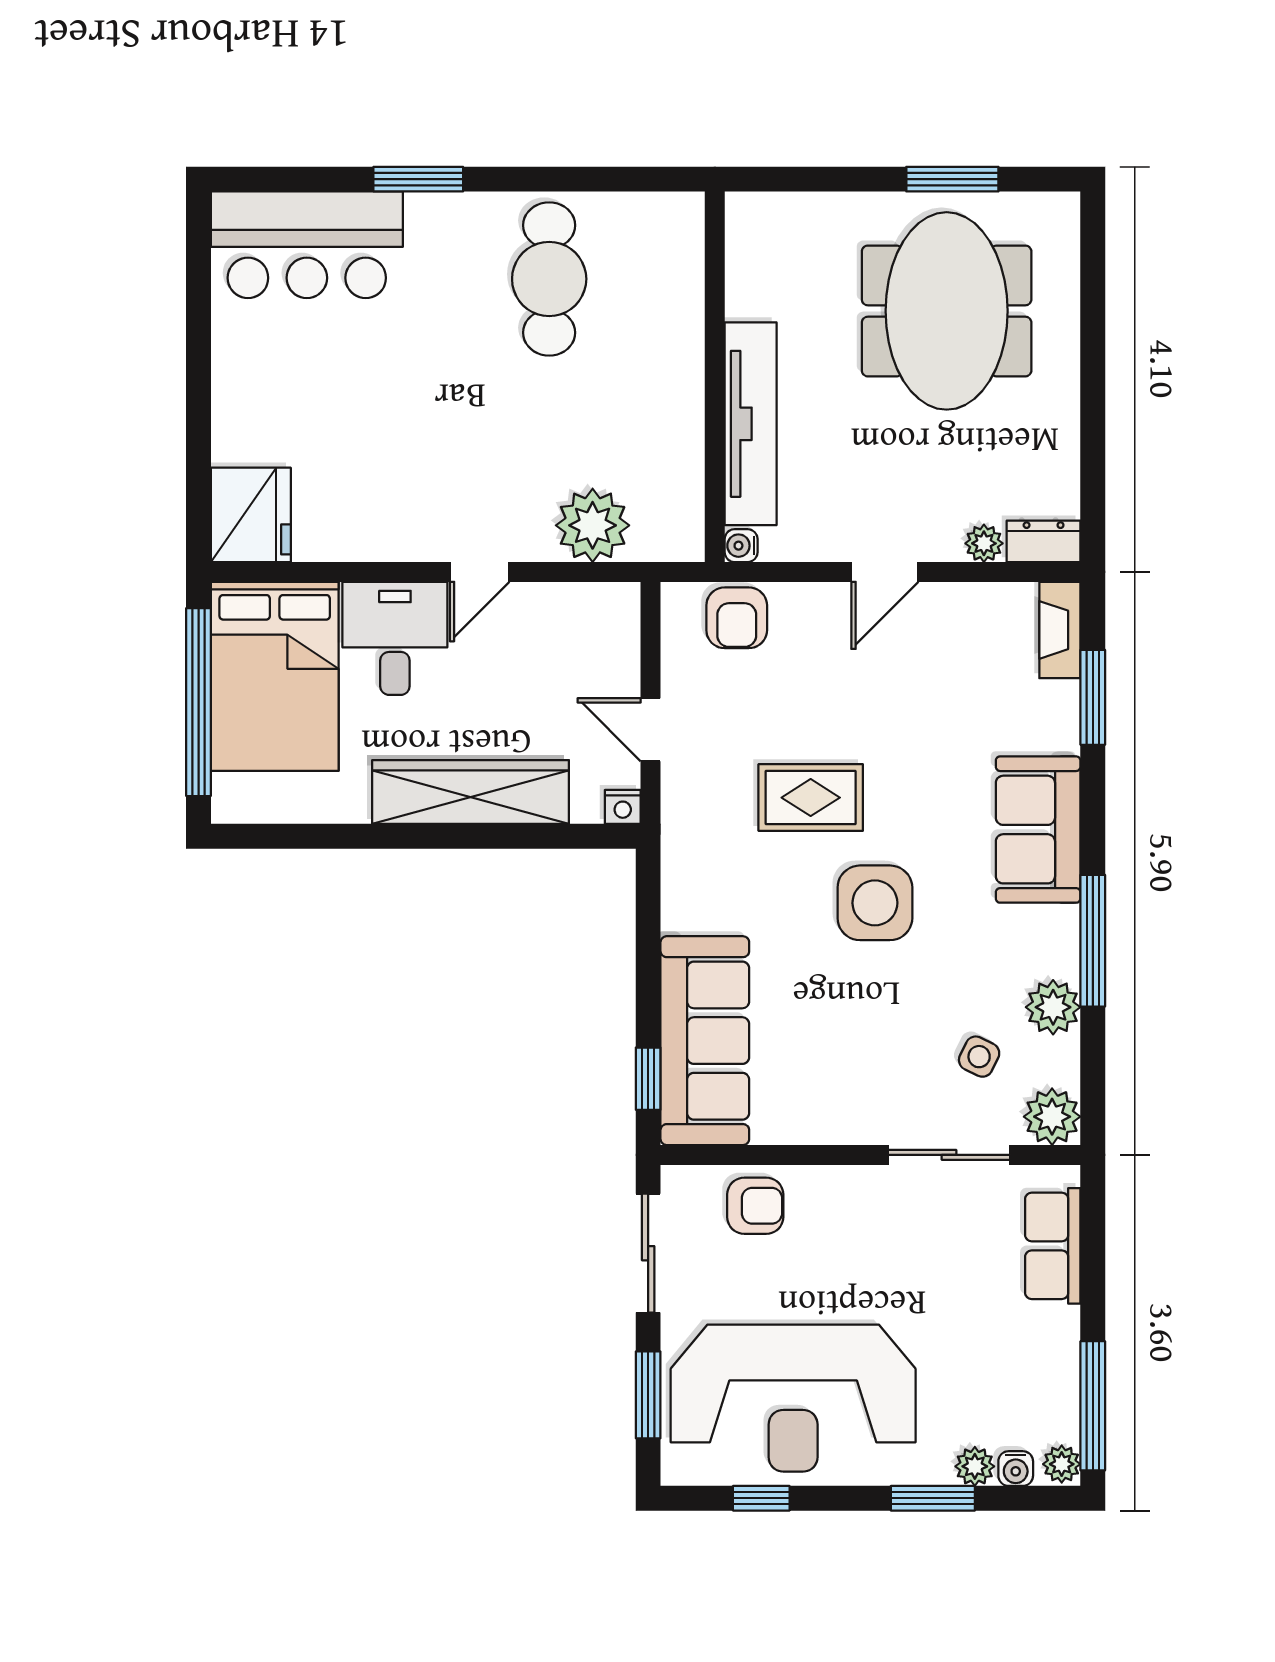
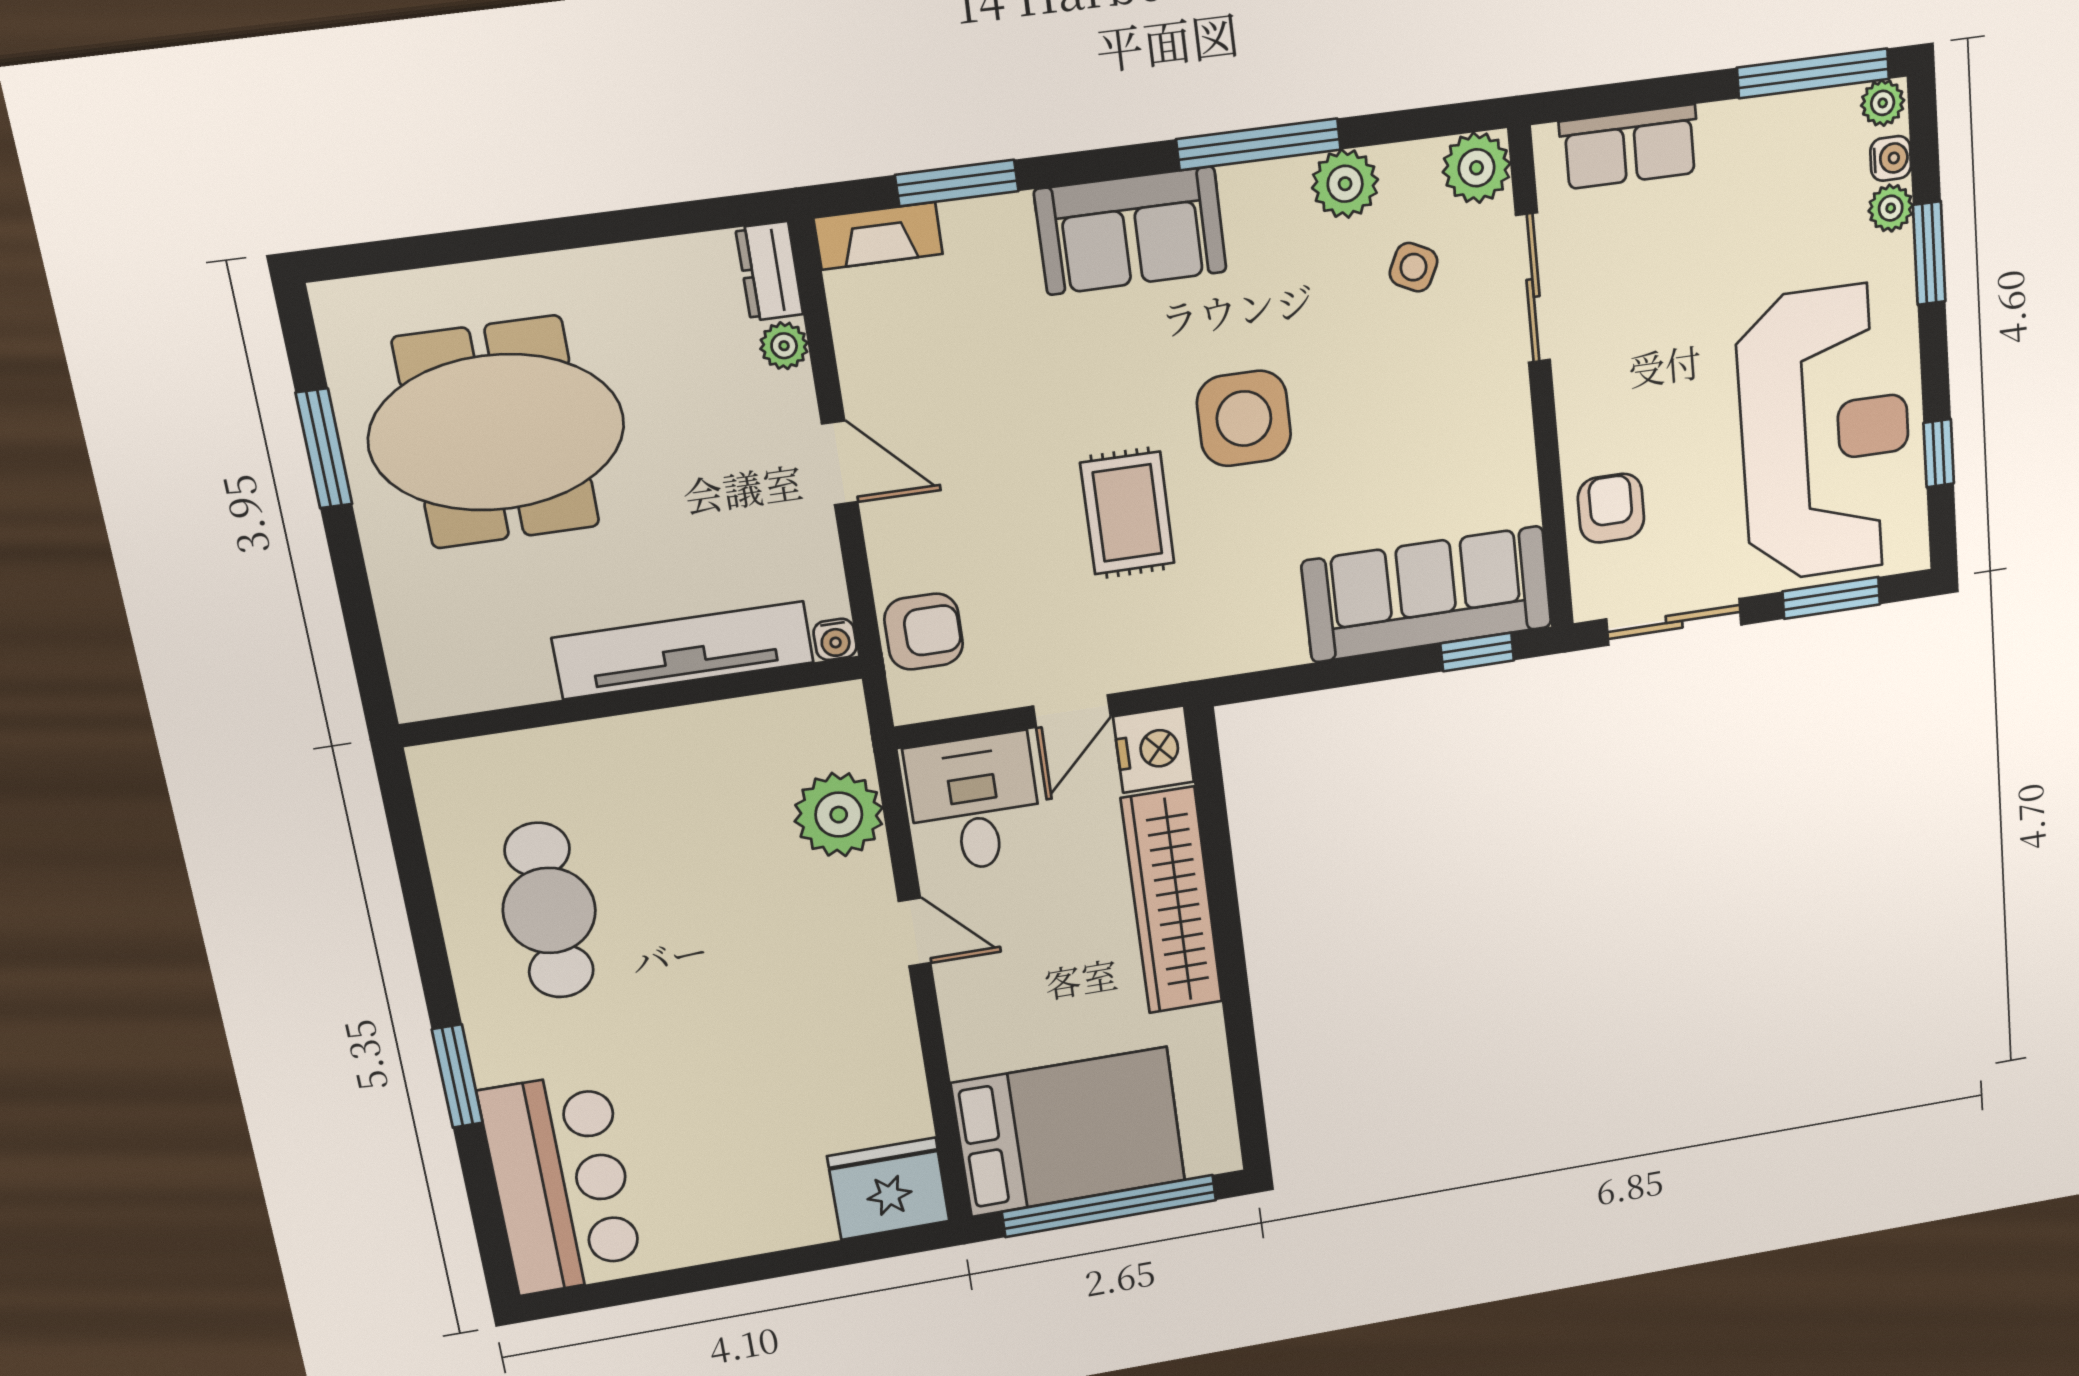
cafe table: (549, 279) -> (549, 911), turned 90
desk: (395, 638) -> (974, 803), moved, turned 90
nightstand: (623, 807) -> (1154, 749), width x1.89, depth x1.79

